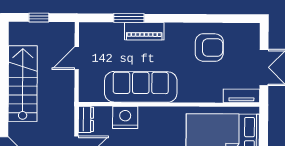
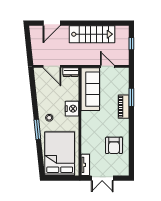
sofa: (141, 87) -> (90, 89), moved
nightstand: (125, 117) -> (72, 109), moved

